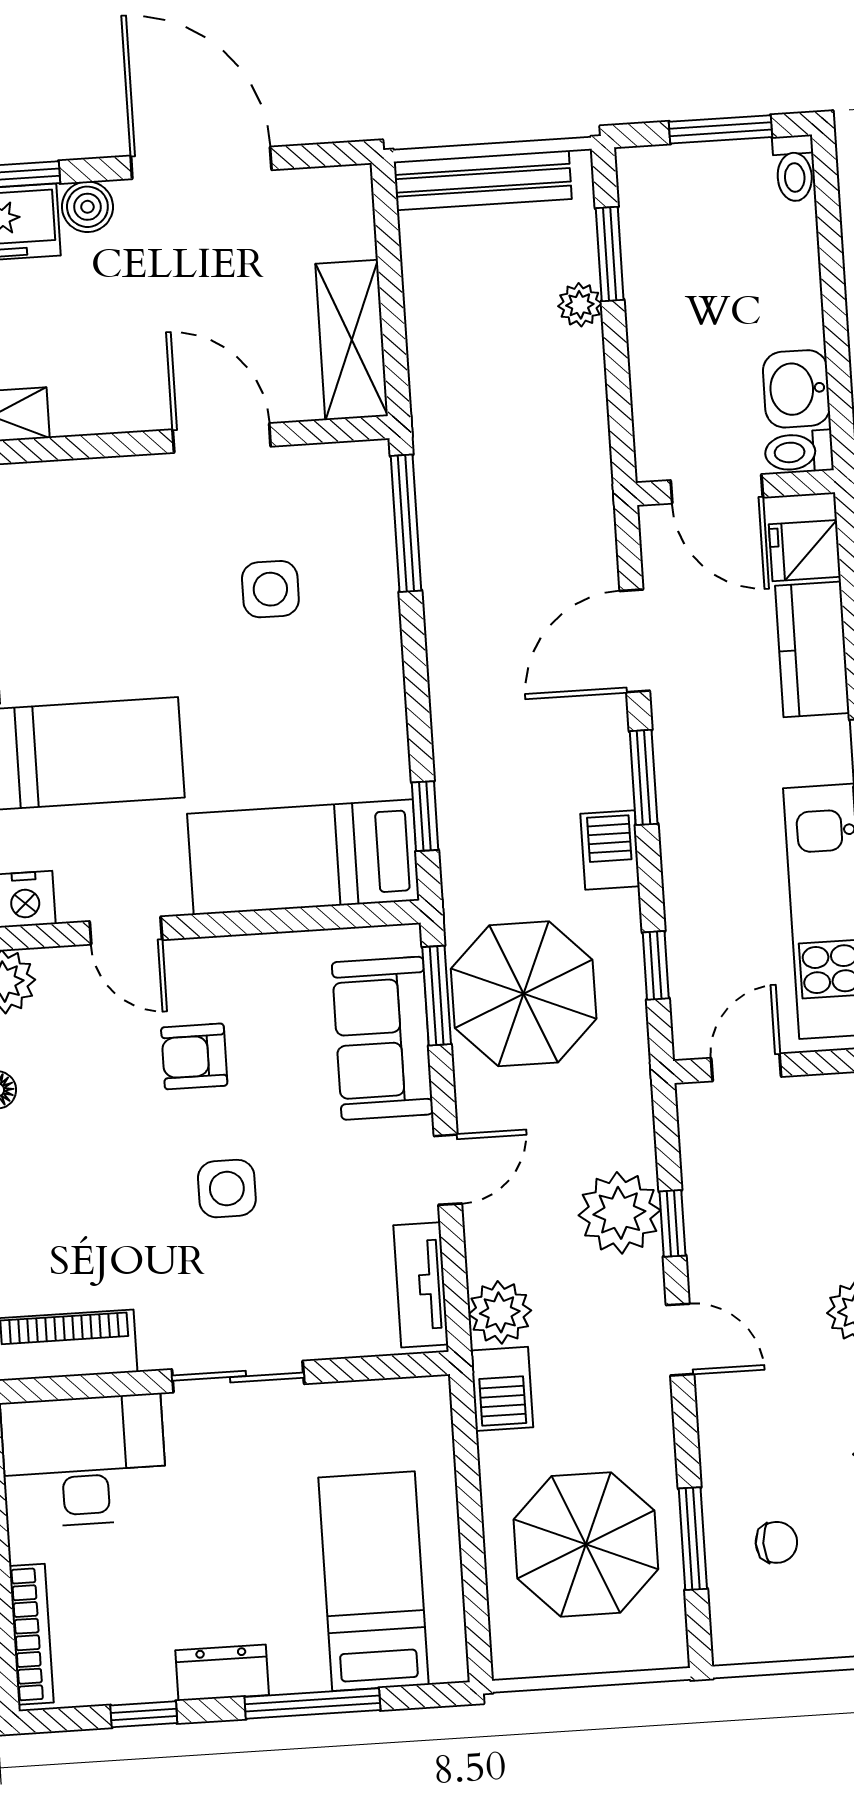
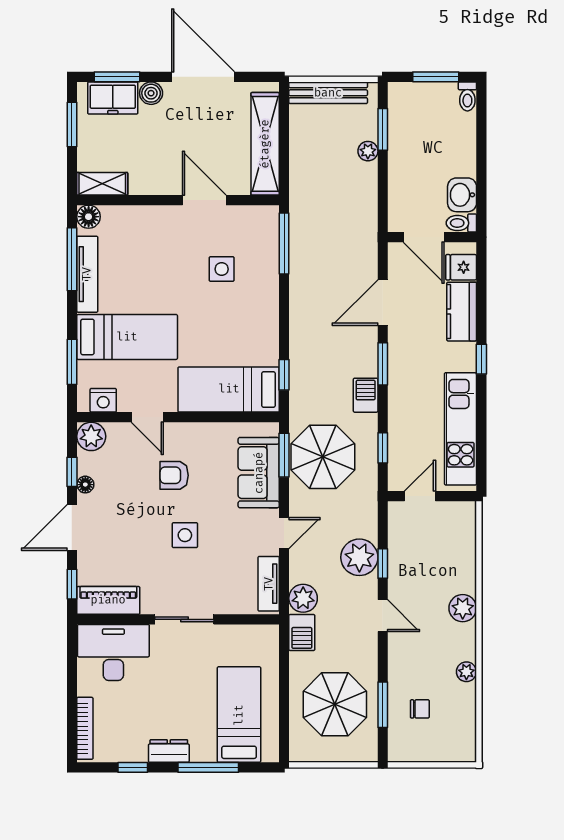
shelving: (352, 340) -> (265, 144), width x1.47

